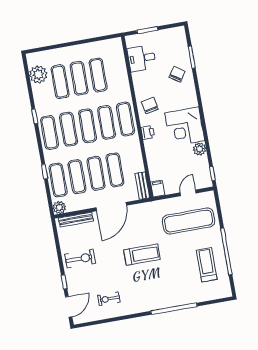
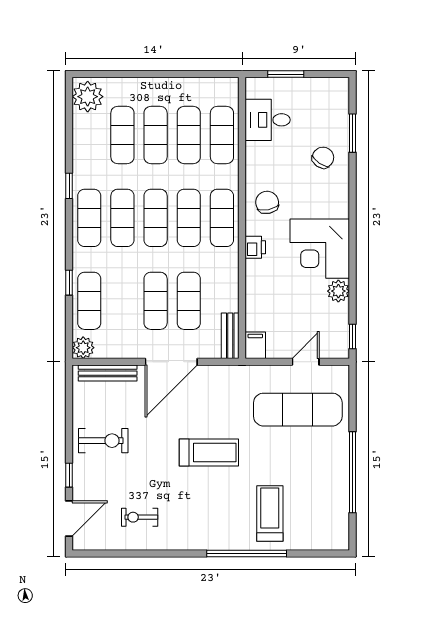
plant: (38, 74) -> (88, 97), moved
exercise mat: (77, 177) -> (222, 135), moved
treadmill: (207, 265) -> (270, 514), moved

